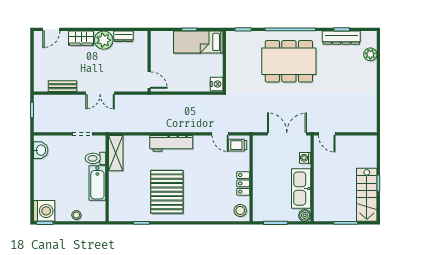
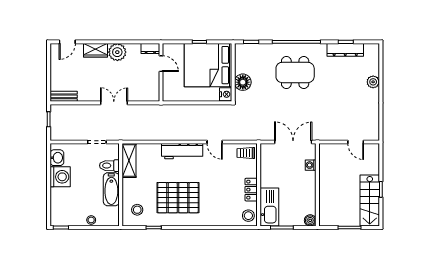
dresser: (123, 36) -> (150, 49), moved
bed: (198, 42) -> (208, 65), width x2.04
plant: (370, 54) -> (373, 82), moved
dining table: (289, 61) -> (295, 72), width x0.73, depth x0.80
floor lamp: (234, 71) -> (243, 82), added
door: (149, 80) -> (161, 64), moved
bench: (63, 86) -> (64, 96), moved
double door: (100, 93) -> (114, 103), swing flipped
door: (220, 134) -> (215, 142), moved
door: (327, 134) -> (356, 142), moved
kitchen sink: (301, 189) -> (269, 207), moved, turned 180
pallet: (167, 192) -> (178, 198), turned 90
stool: (124, 204) -> (137, 210), added
washing machine: (44, 211) -> (60, 177), moved

